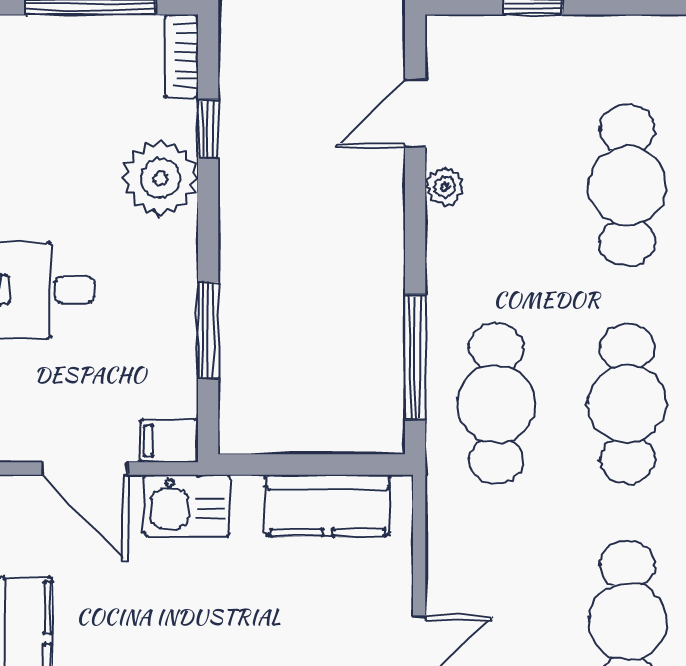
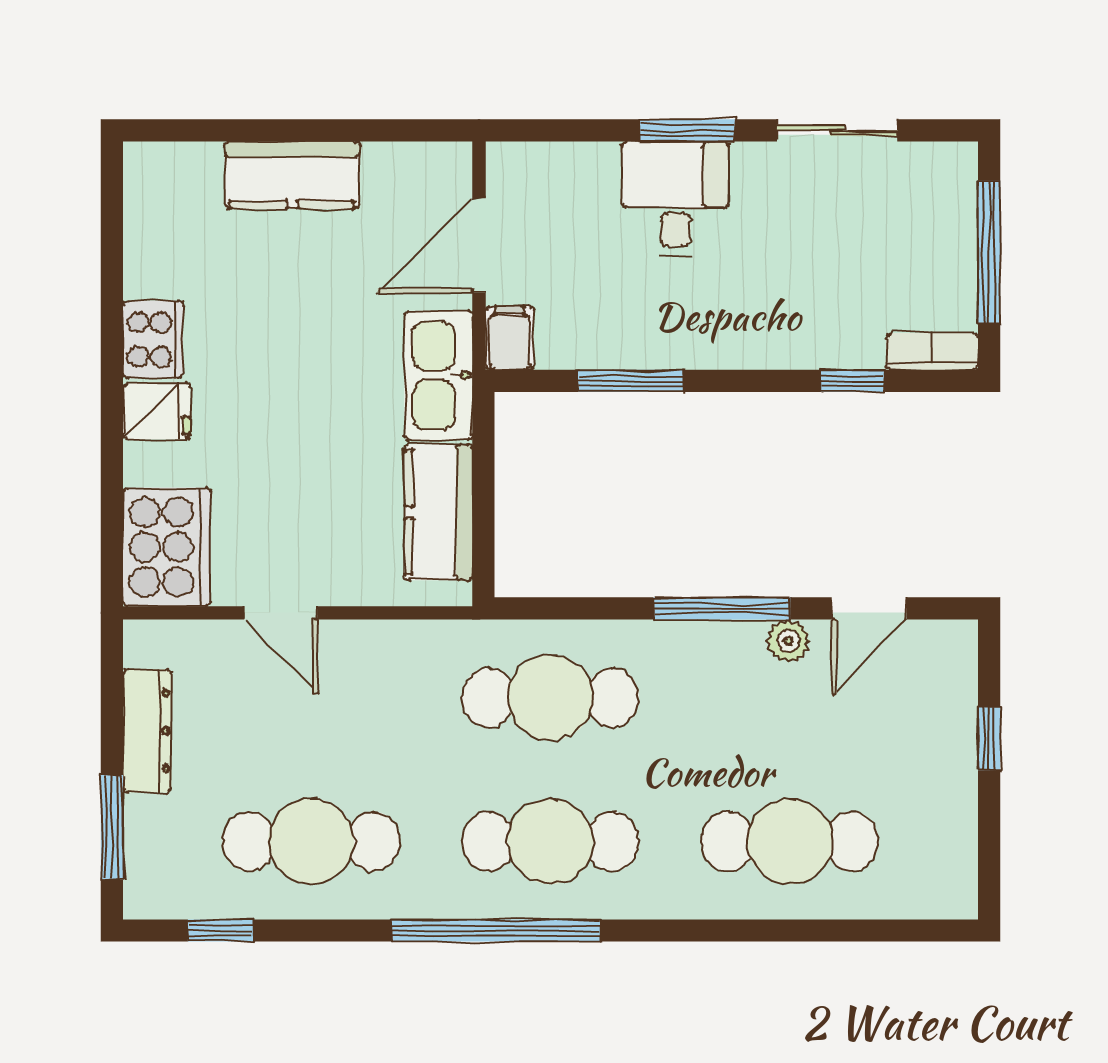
door: (415, 113) -> (869, 608), swing flipped
plant: (160, 178) -> (798, 329), removed
window: (415, 357) -> (722, 608), moved
kitchen sink: (187, 505) -> (438, 375), width x1.38

